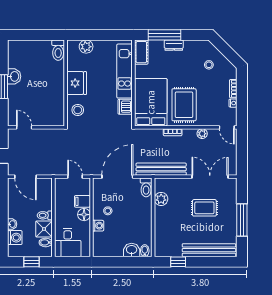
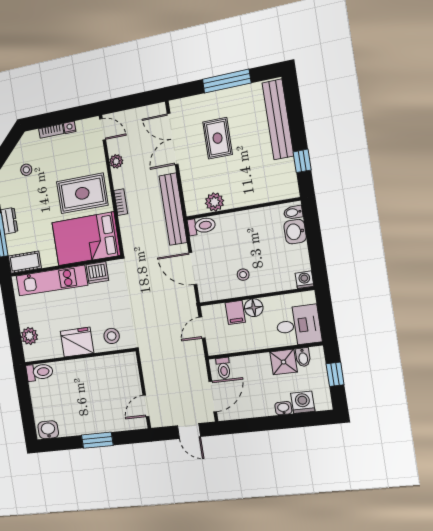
washbasin: (14, 76) -> (48, 430), moved
door: (227, 127) -> (103, 129), hinge flipped
door: (117, 177) -> (193, 269), width x0.73
toilet: (45, 215) -> (224, 368), moved
washing machine: (98, 226) -> (305, 280), moved

